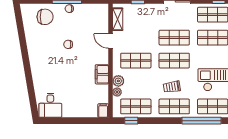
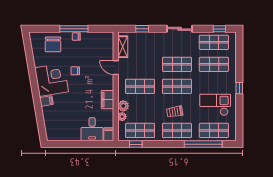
chair: (45, 17) -> (53, 44), turned 90
corner desk: (44, 54) -> (52, 80), added
filing cabinet: (38, 76) -> (46, 101), added
desk: (50, 105) -> (92, 129), moved

